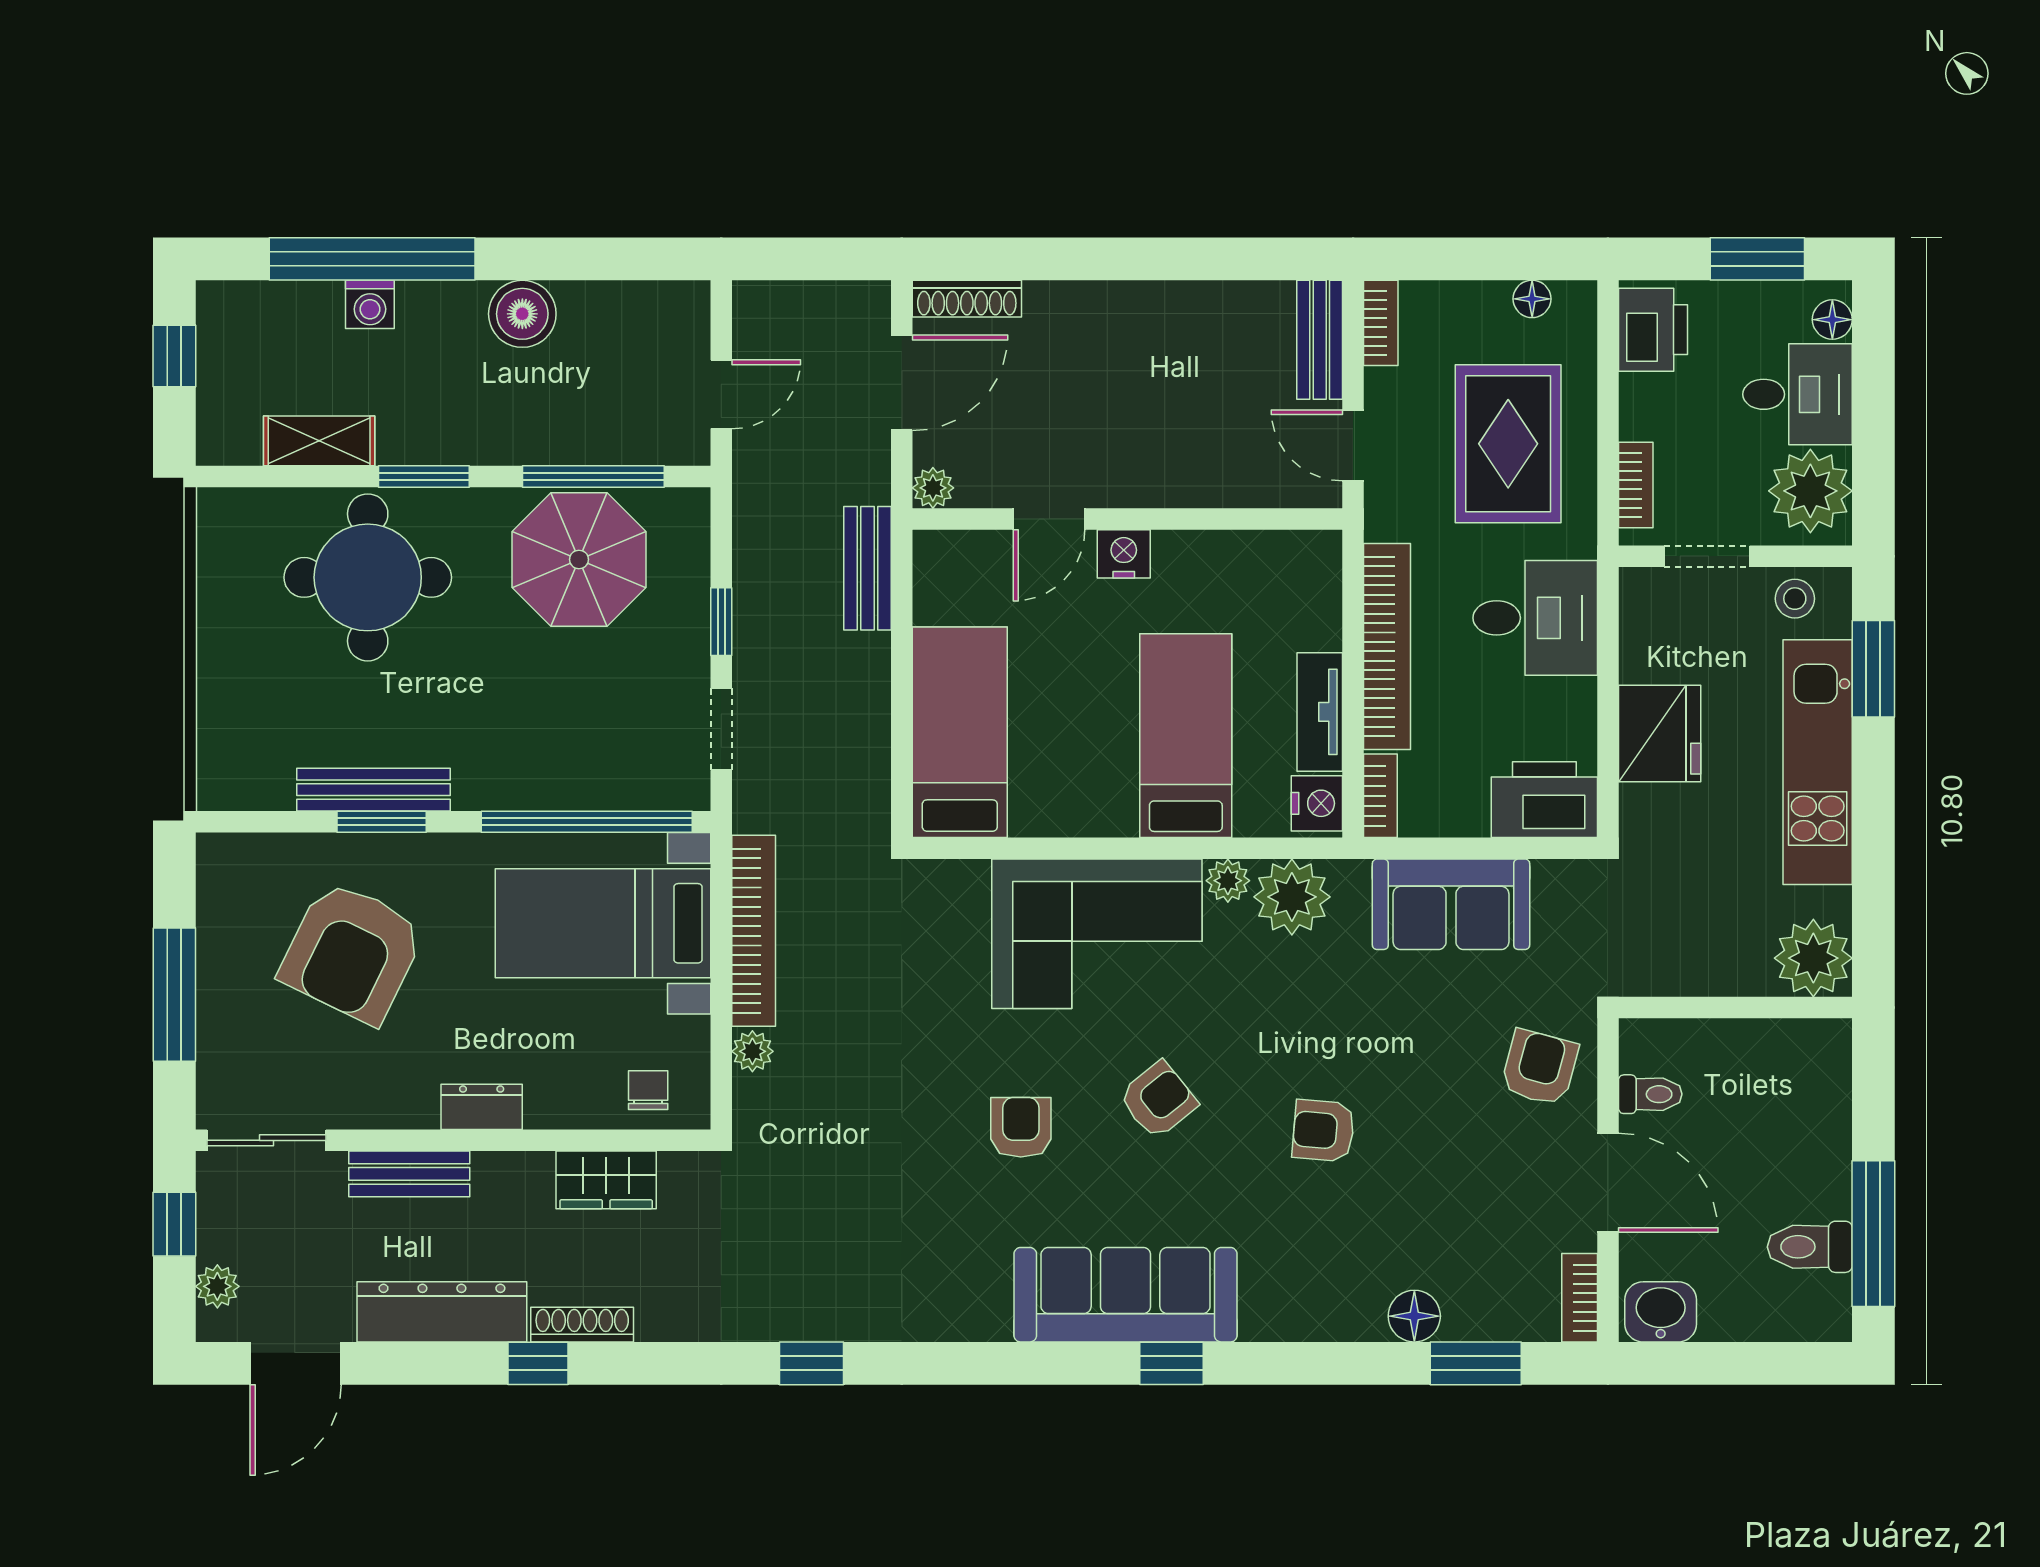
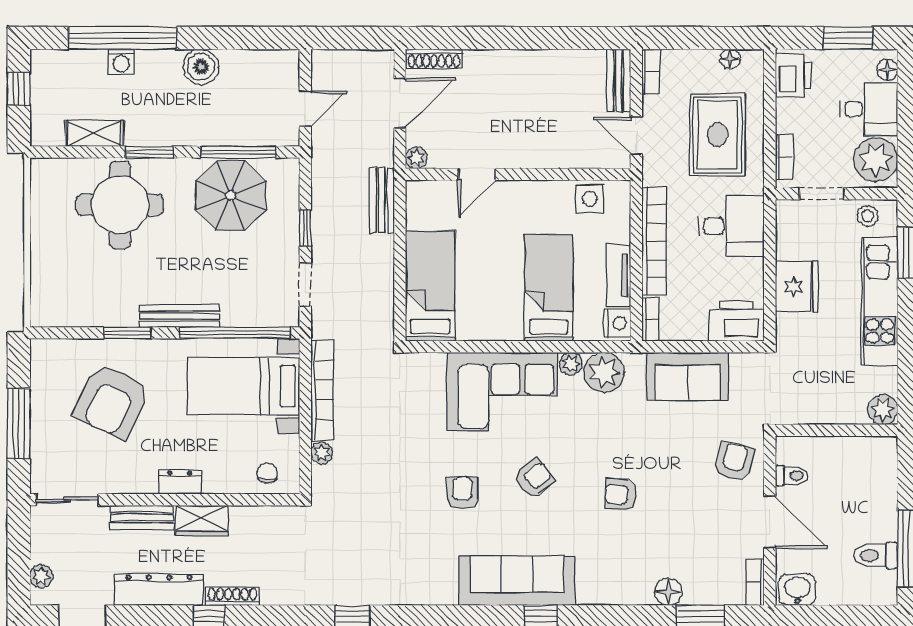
nightstand: (1124, 554) -> (516, 193), removed
side table: (1264, 566) -> (590, 199), added
bench: (373, 790) -> (180, 316), moved
plant: (1813, 958) -> (883, 410), width x0.73, depth x0.73
wardrobe: (606, 1180) -> (202, 520), moved
window: (174, 1224) -> (19, 544), removed

